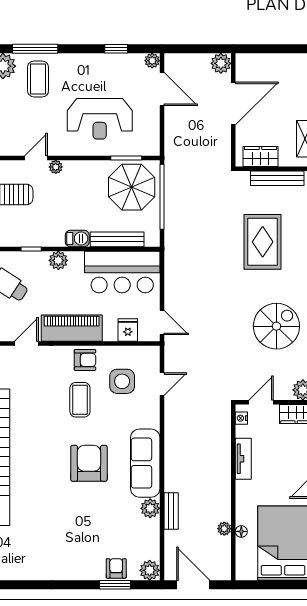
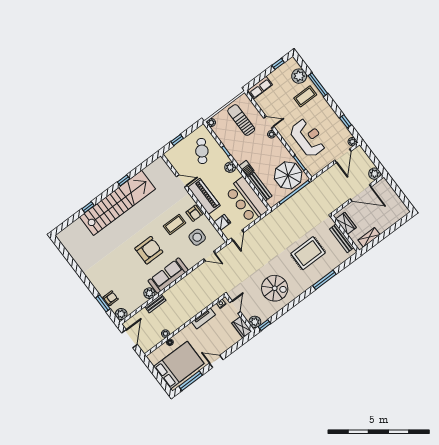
reception desk: (100, 119) -> (308, 138), turned 180
door: (261, 402) -> (235, 307), hinge flipped

